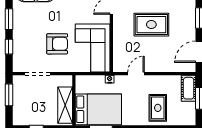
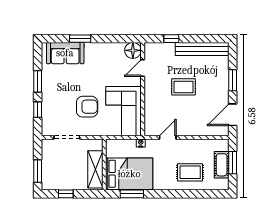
rug: (151, 25) -> (184, 87), width x0.73, depth x0.70
cot: (189, 88) -> (222, 165), moved
window: (9, 95) -> (38, 171), moved
rug: (158, 108) -> (190, 172), turned 90

